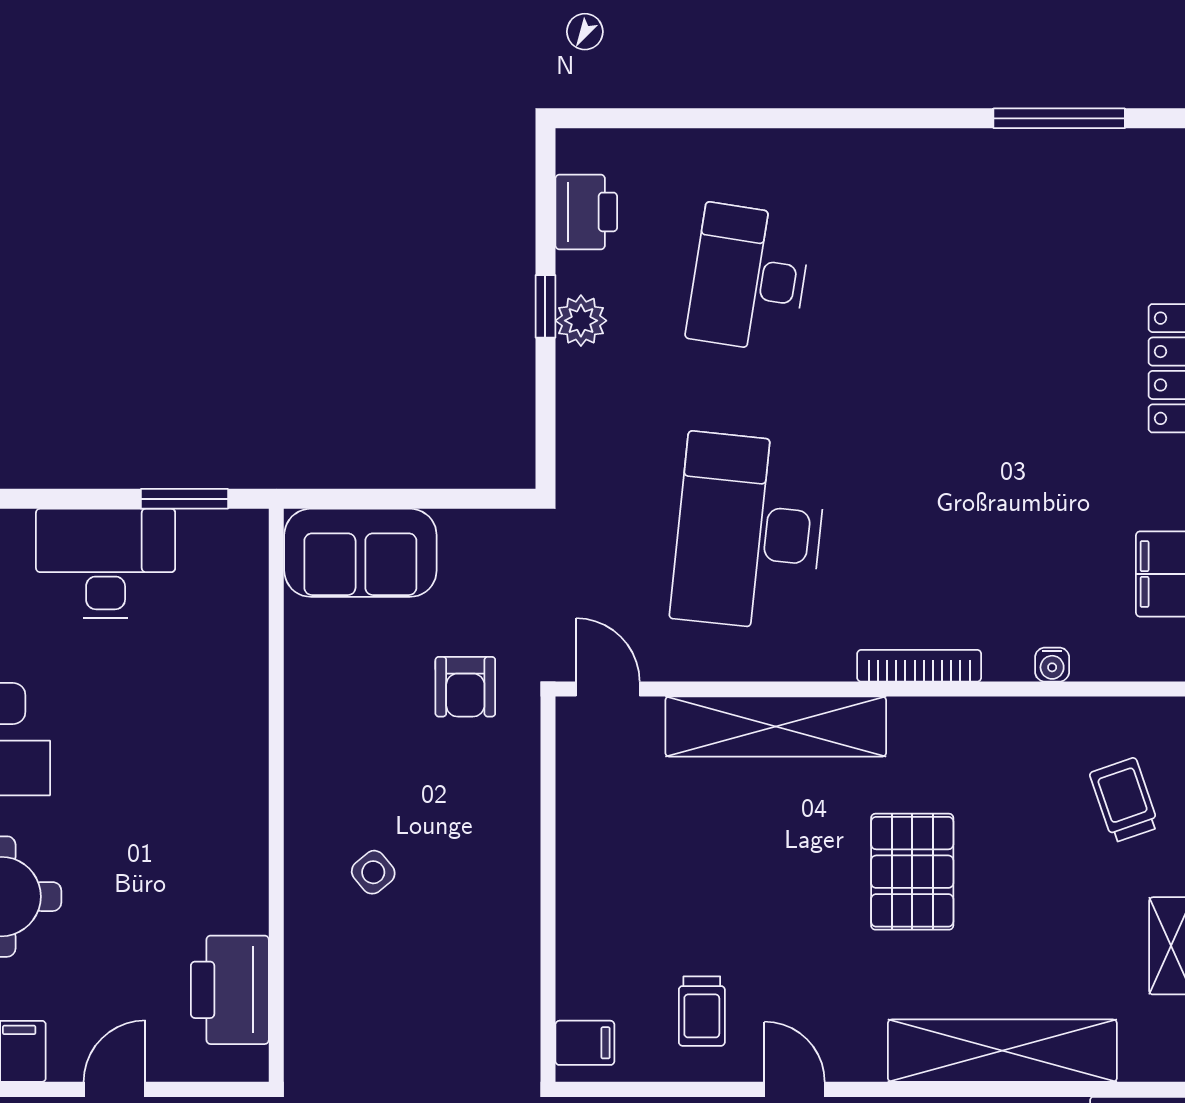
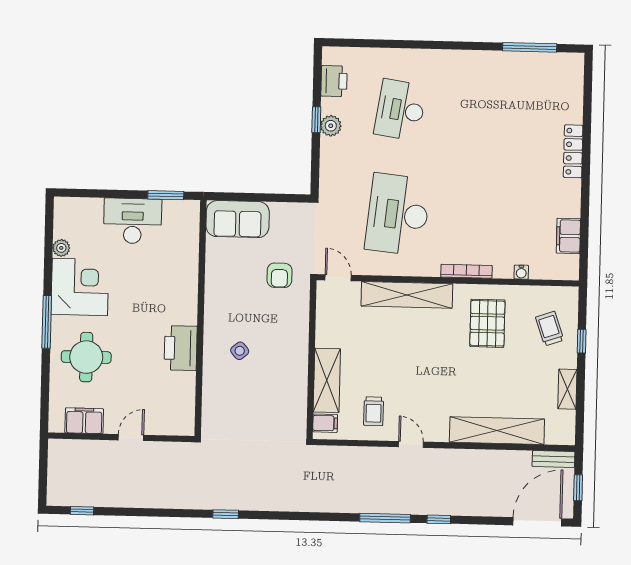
pallet: (912, 872) -> (487, 323), moved
shelving: (586, 939) -> (327, 380), added
printer: (230, 990) -> (181, 348), moved

